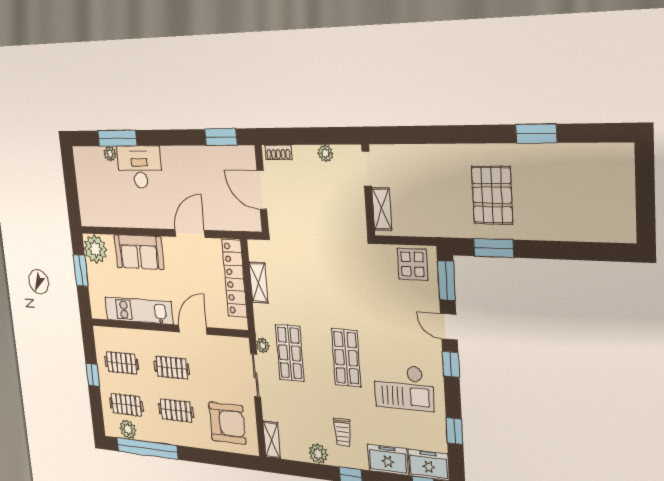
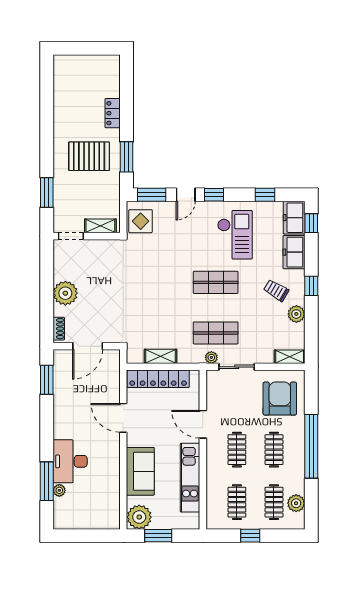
window: (536, 134) -> (47, 193), moved
plant: (325, 153) -> (65, 293), width x1.88, depth x1.88
doorway: (367, 169) -> (71, 236), moved
wall: (368, 190) -> (87, 236), moved
shelving: (382, 209) -> (100, 226), moved
locker: (552, 230) -> (113, 113), added
trolley: (342, 432) -> (276, 290), turned -149
window: (147, 448) -> (311, 446), moved

